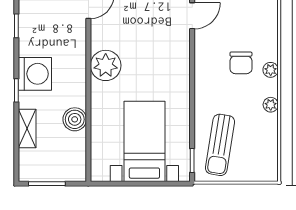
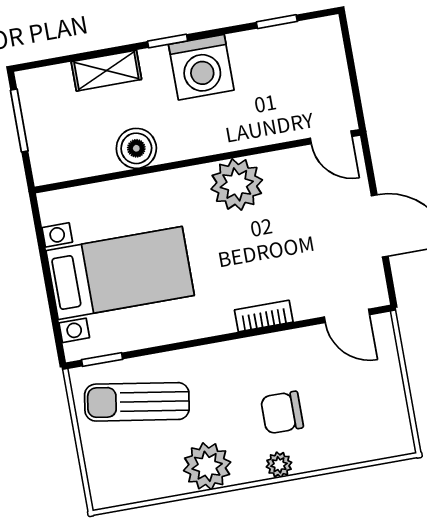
bookcase: (184, 63) -> (264, 316), added
plant: (271, 105) -> (207, 466), width x1.87, depth x1.87

